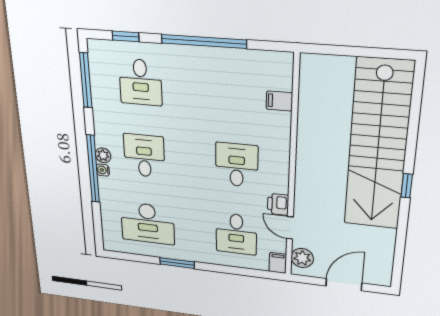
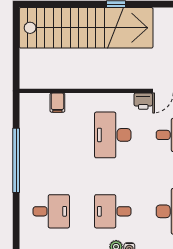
window: (126, 36) -> (16, 221), removed
desk: (237, 165) -> (113, 135), width x1.37

